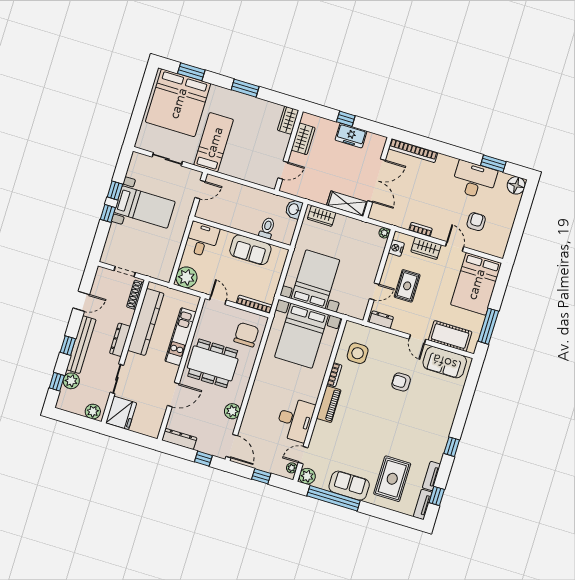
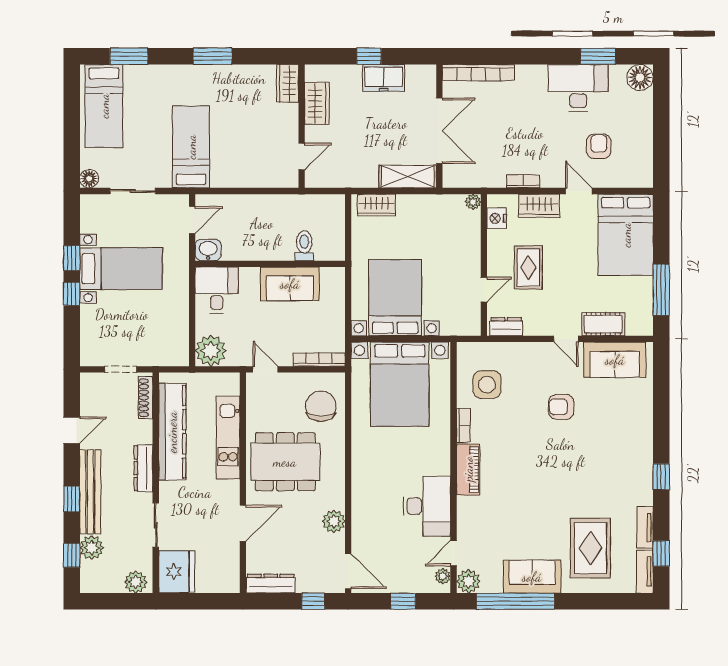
bed: (178, 103) -> (104, 106), width x0.49
floor lamp: (142, 143) -> (89, 179), added
washbasin: (294, 209) -> (208, 250), moved, turned 90
cot: (450, 336) -> (603, 324), width x0.73, depth x0.75

